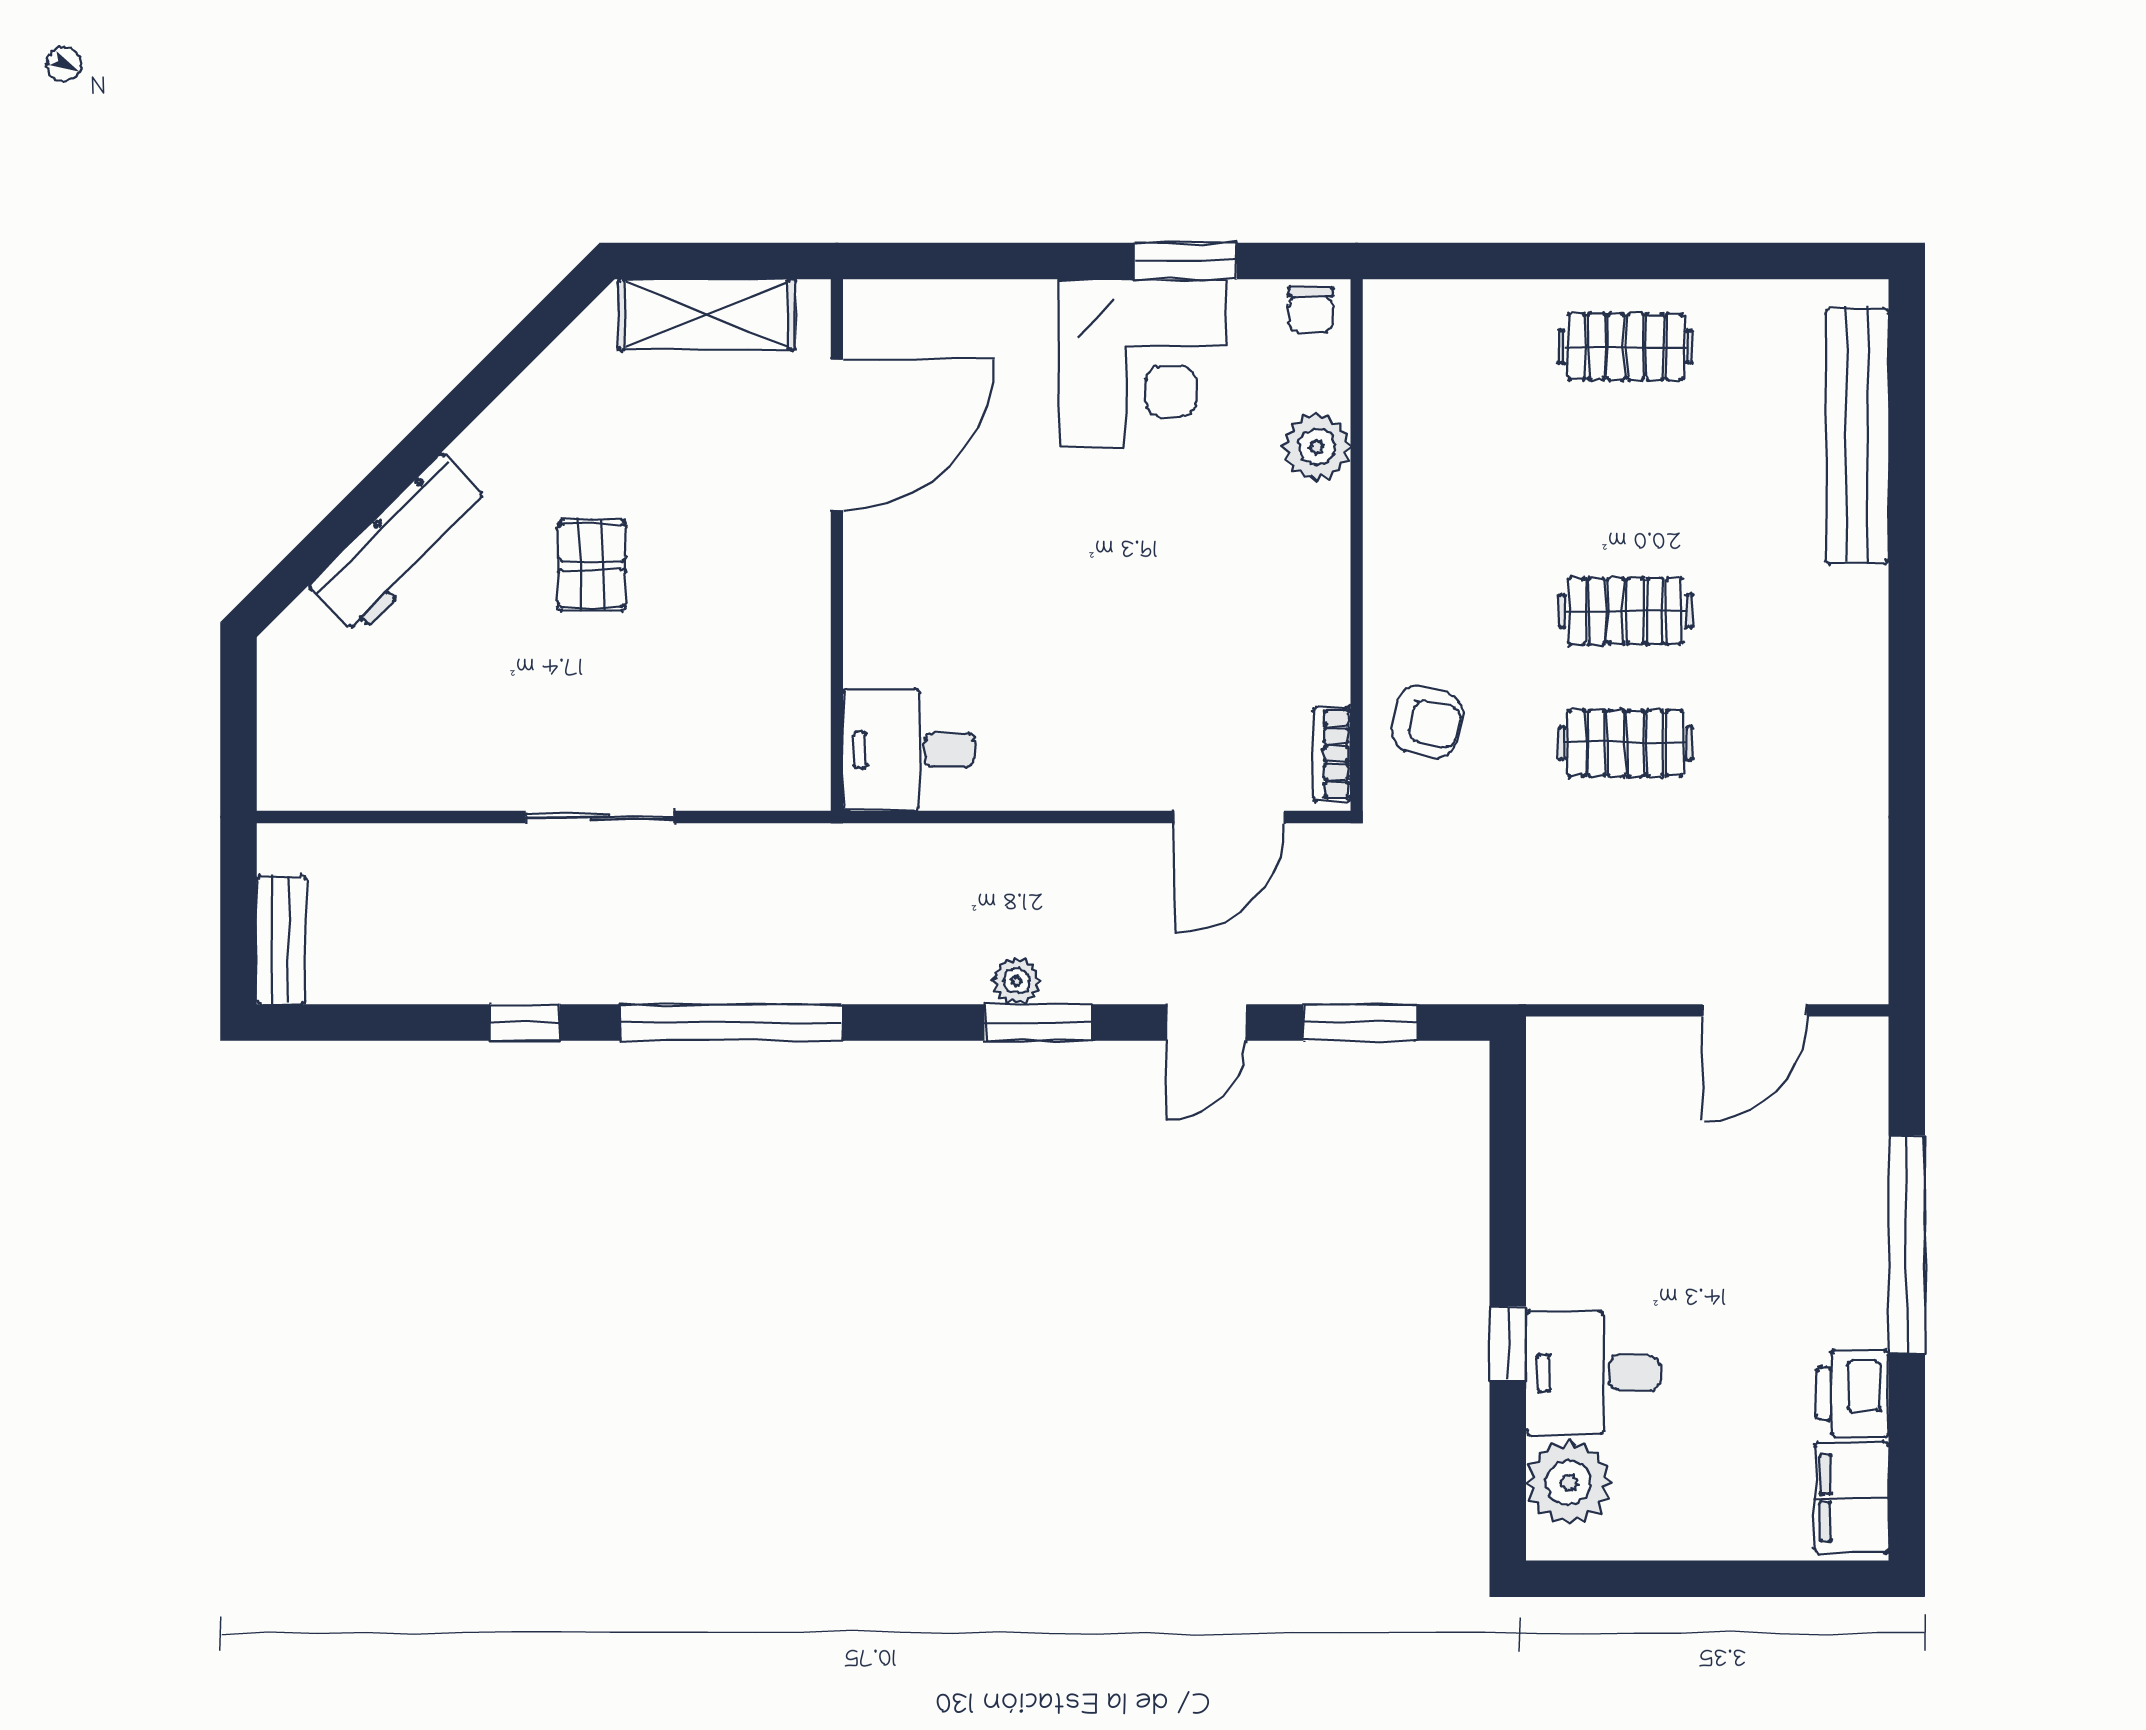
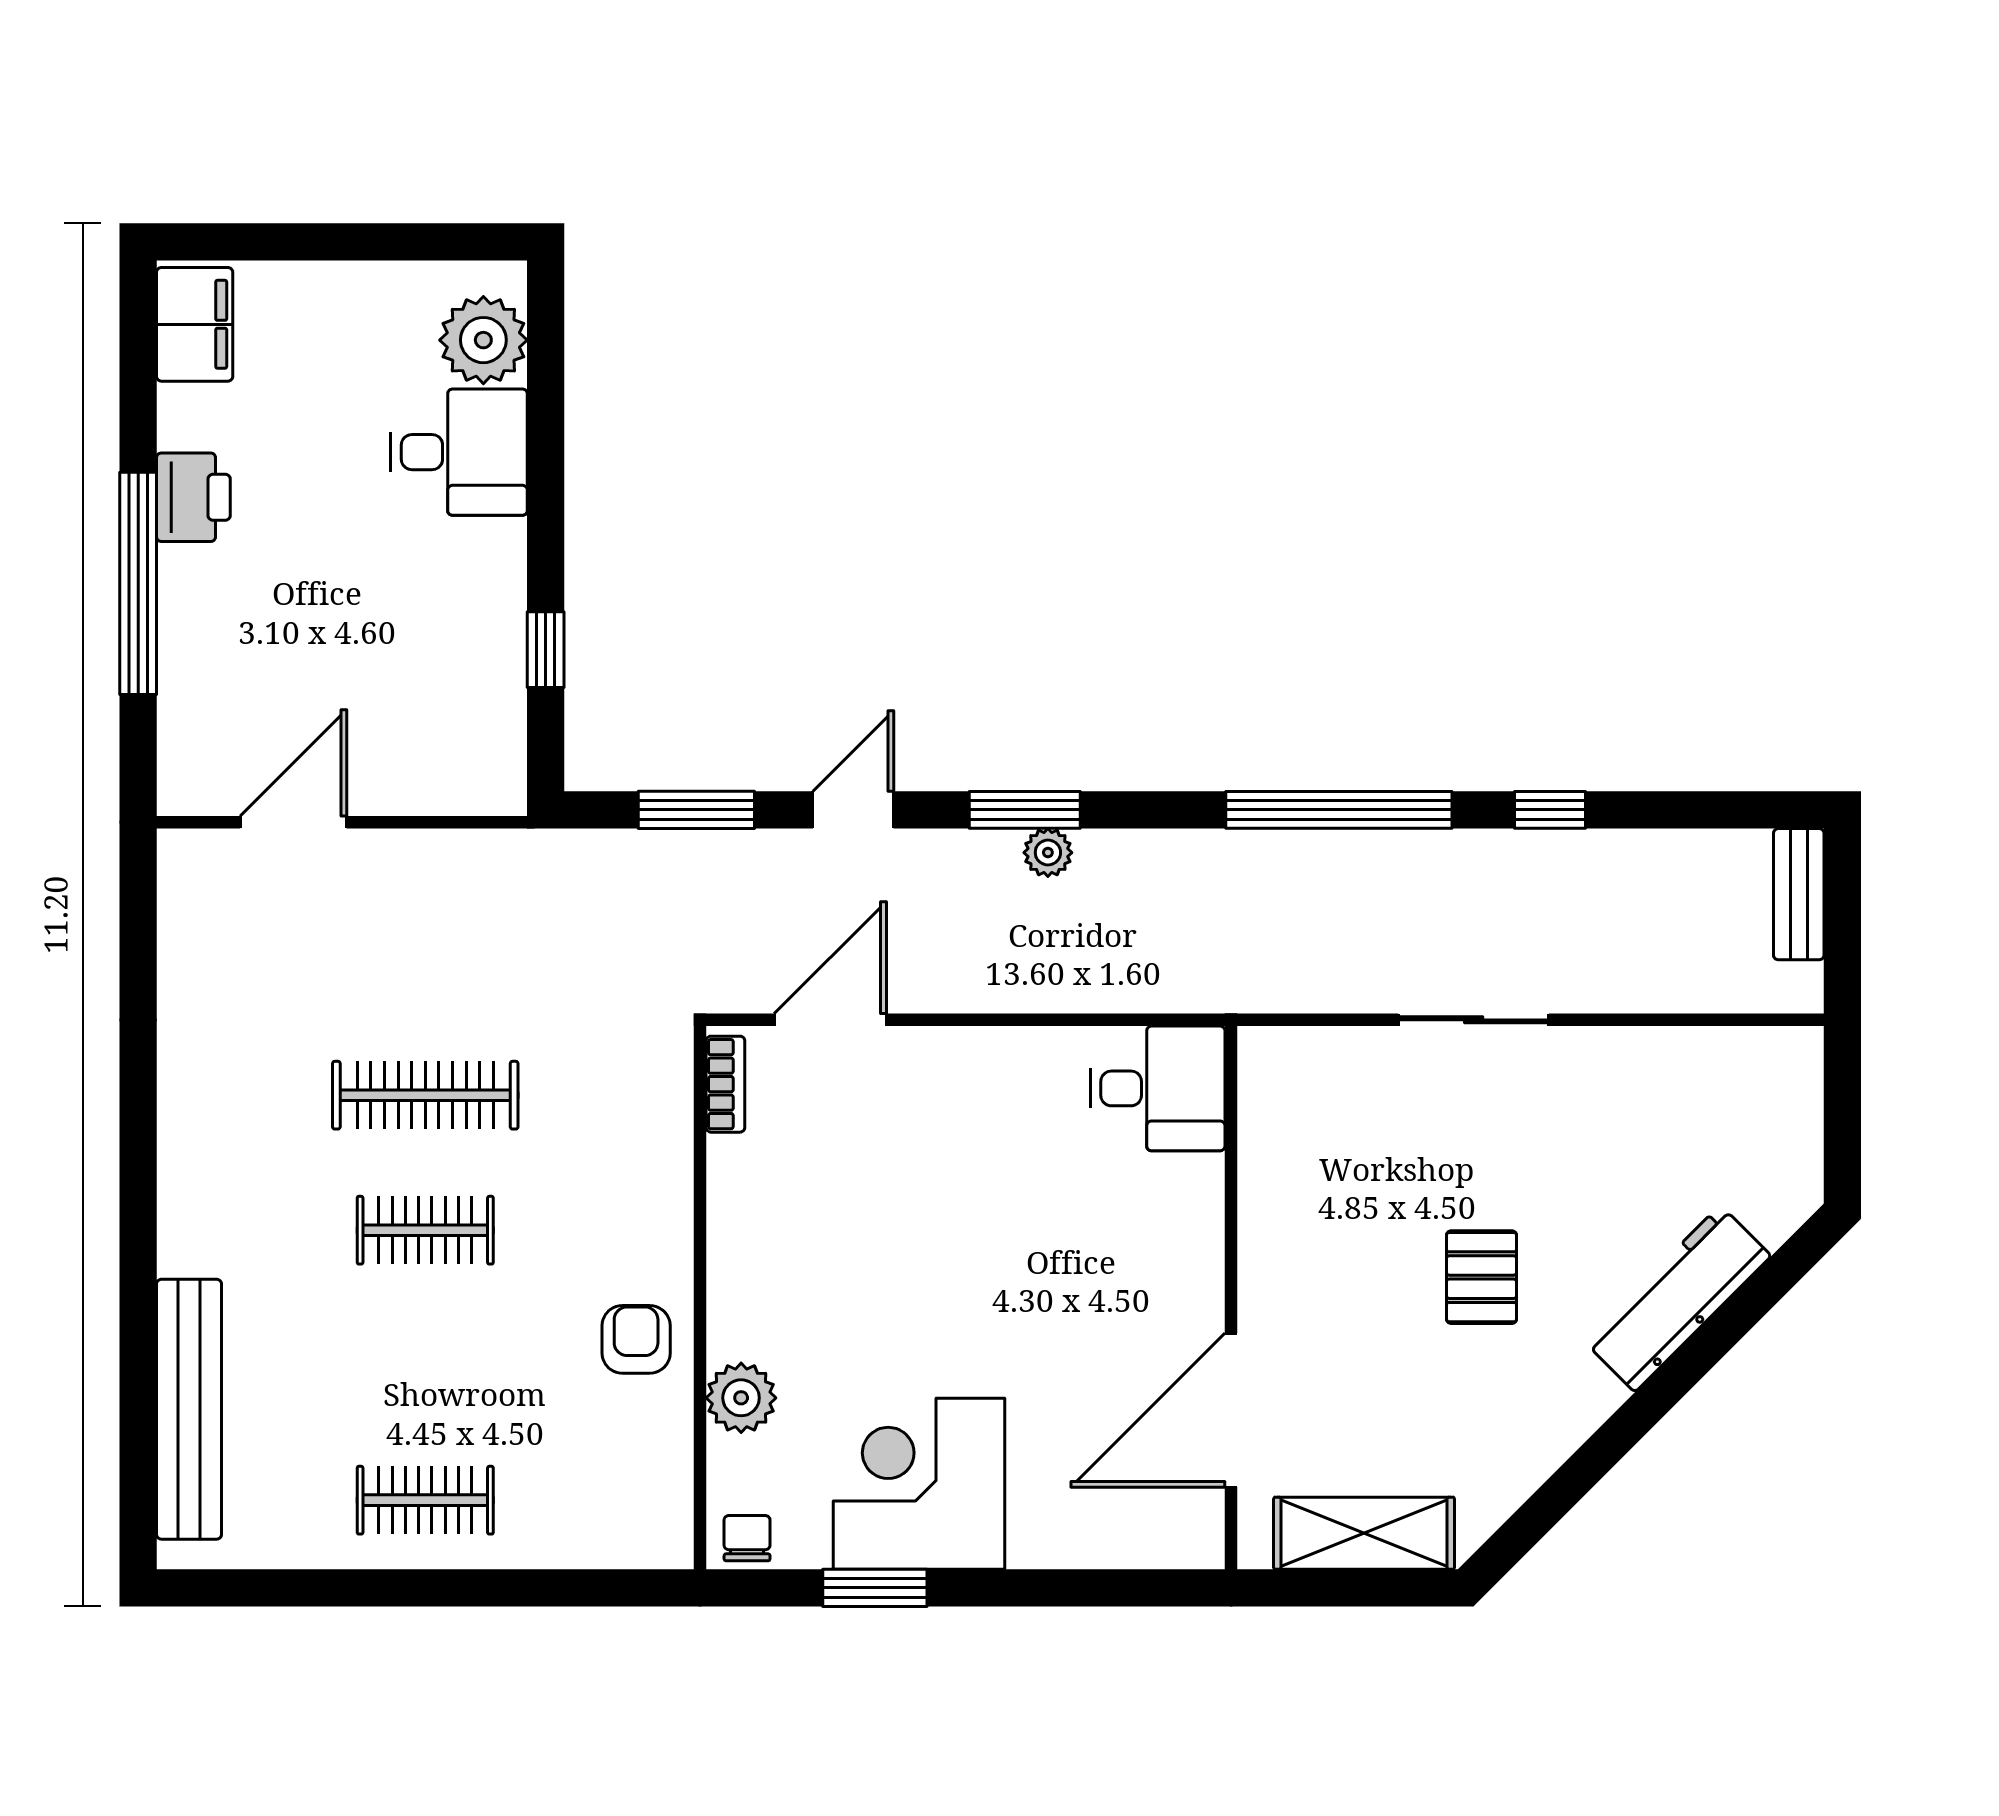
armchair: (1427, 722) -> (636, 1339), moved, turned 77
clothes rail: (1626, 743) -> (425, 1095), width x1.36
window: (1508, 1344) -> (546, 650), moved
printer: (1853, 1394) -> (193, 497), moved

